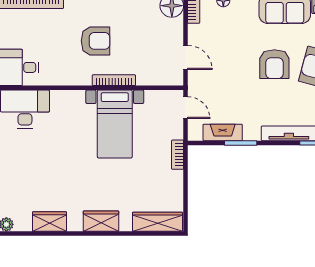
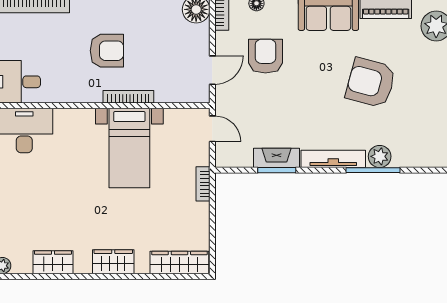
door: (186, 57) -> (212, 70), hinge flipped
armchair: (274, 64) -> (265, 56), moved, turned 180
fireplace: (223, 132) -> (276, 158), moved

